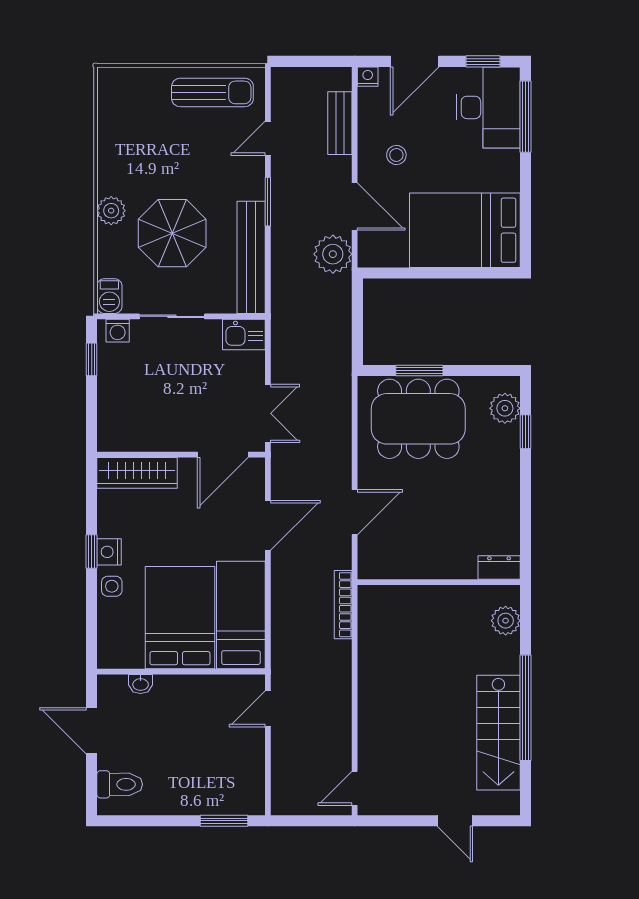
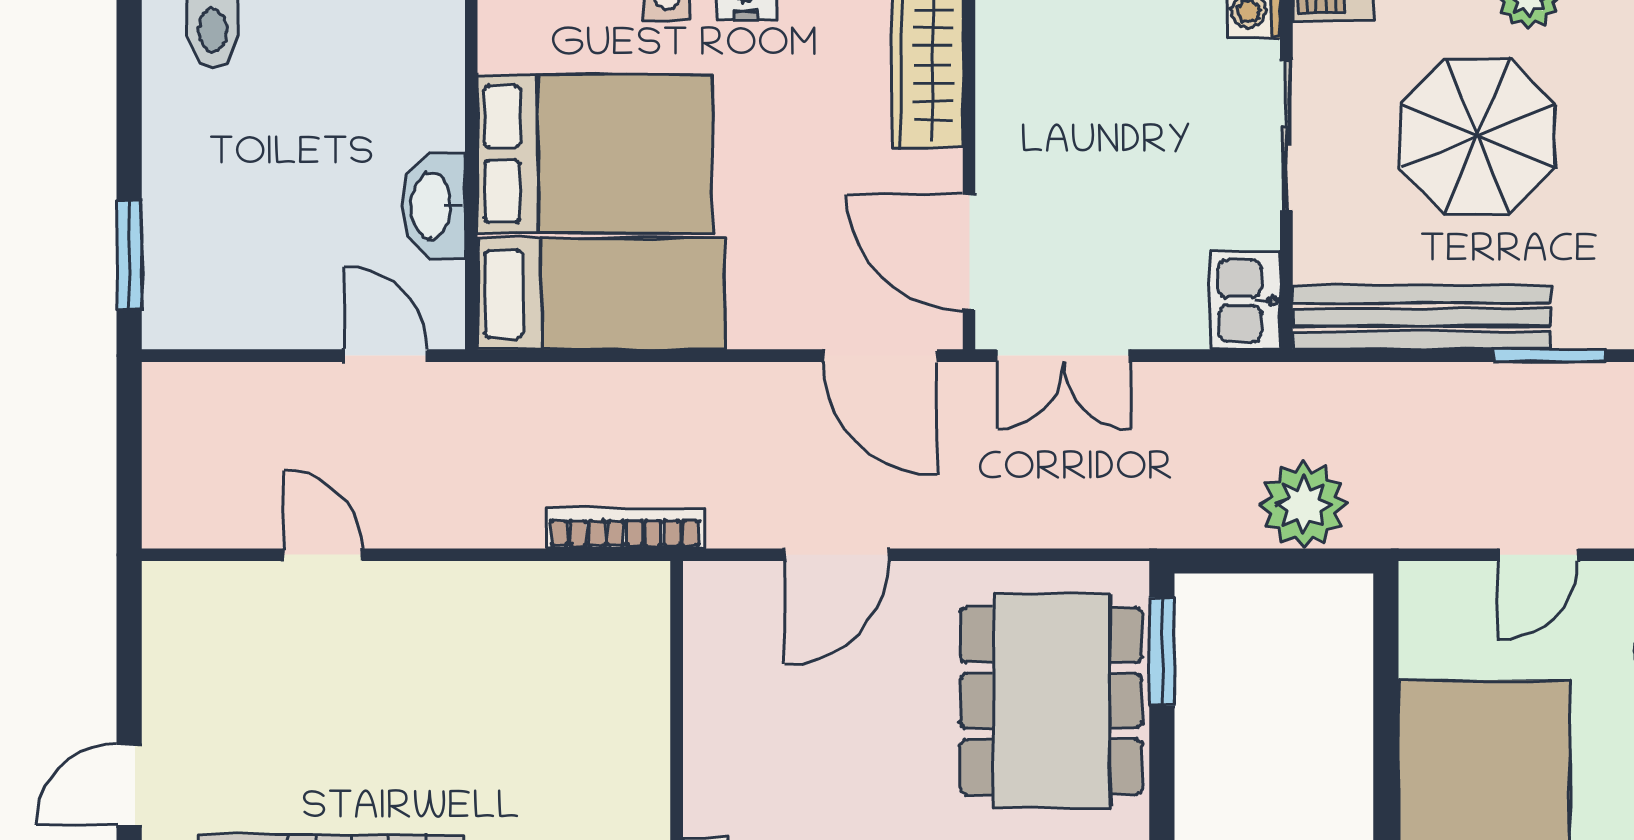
door: (355, 206) -> (1538, 555), width x0.73
plant: (333, 254) -> (1304, 505), moved
window: (419, 371) -> (1162, 652), moved
door: (355, 512) -> (837, 555), hinge flipped
door: (268, 525) -> (880, 356), moved
washbasin: (141, 684) -> (433, 206), moved, width x1.91, depth x1.45
door: (355, 788) -> (323, 555), moved

